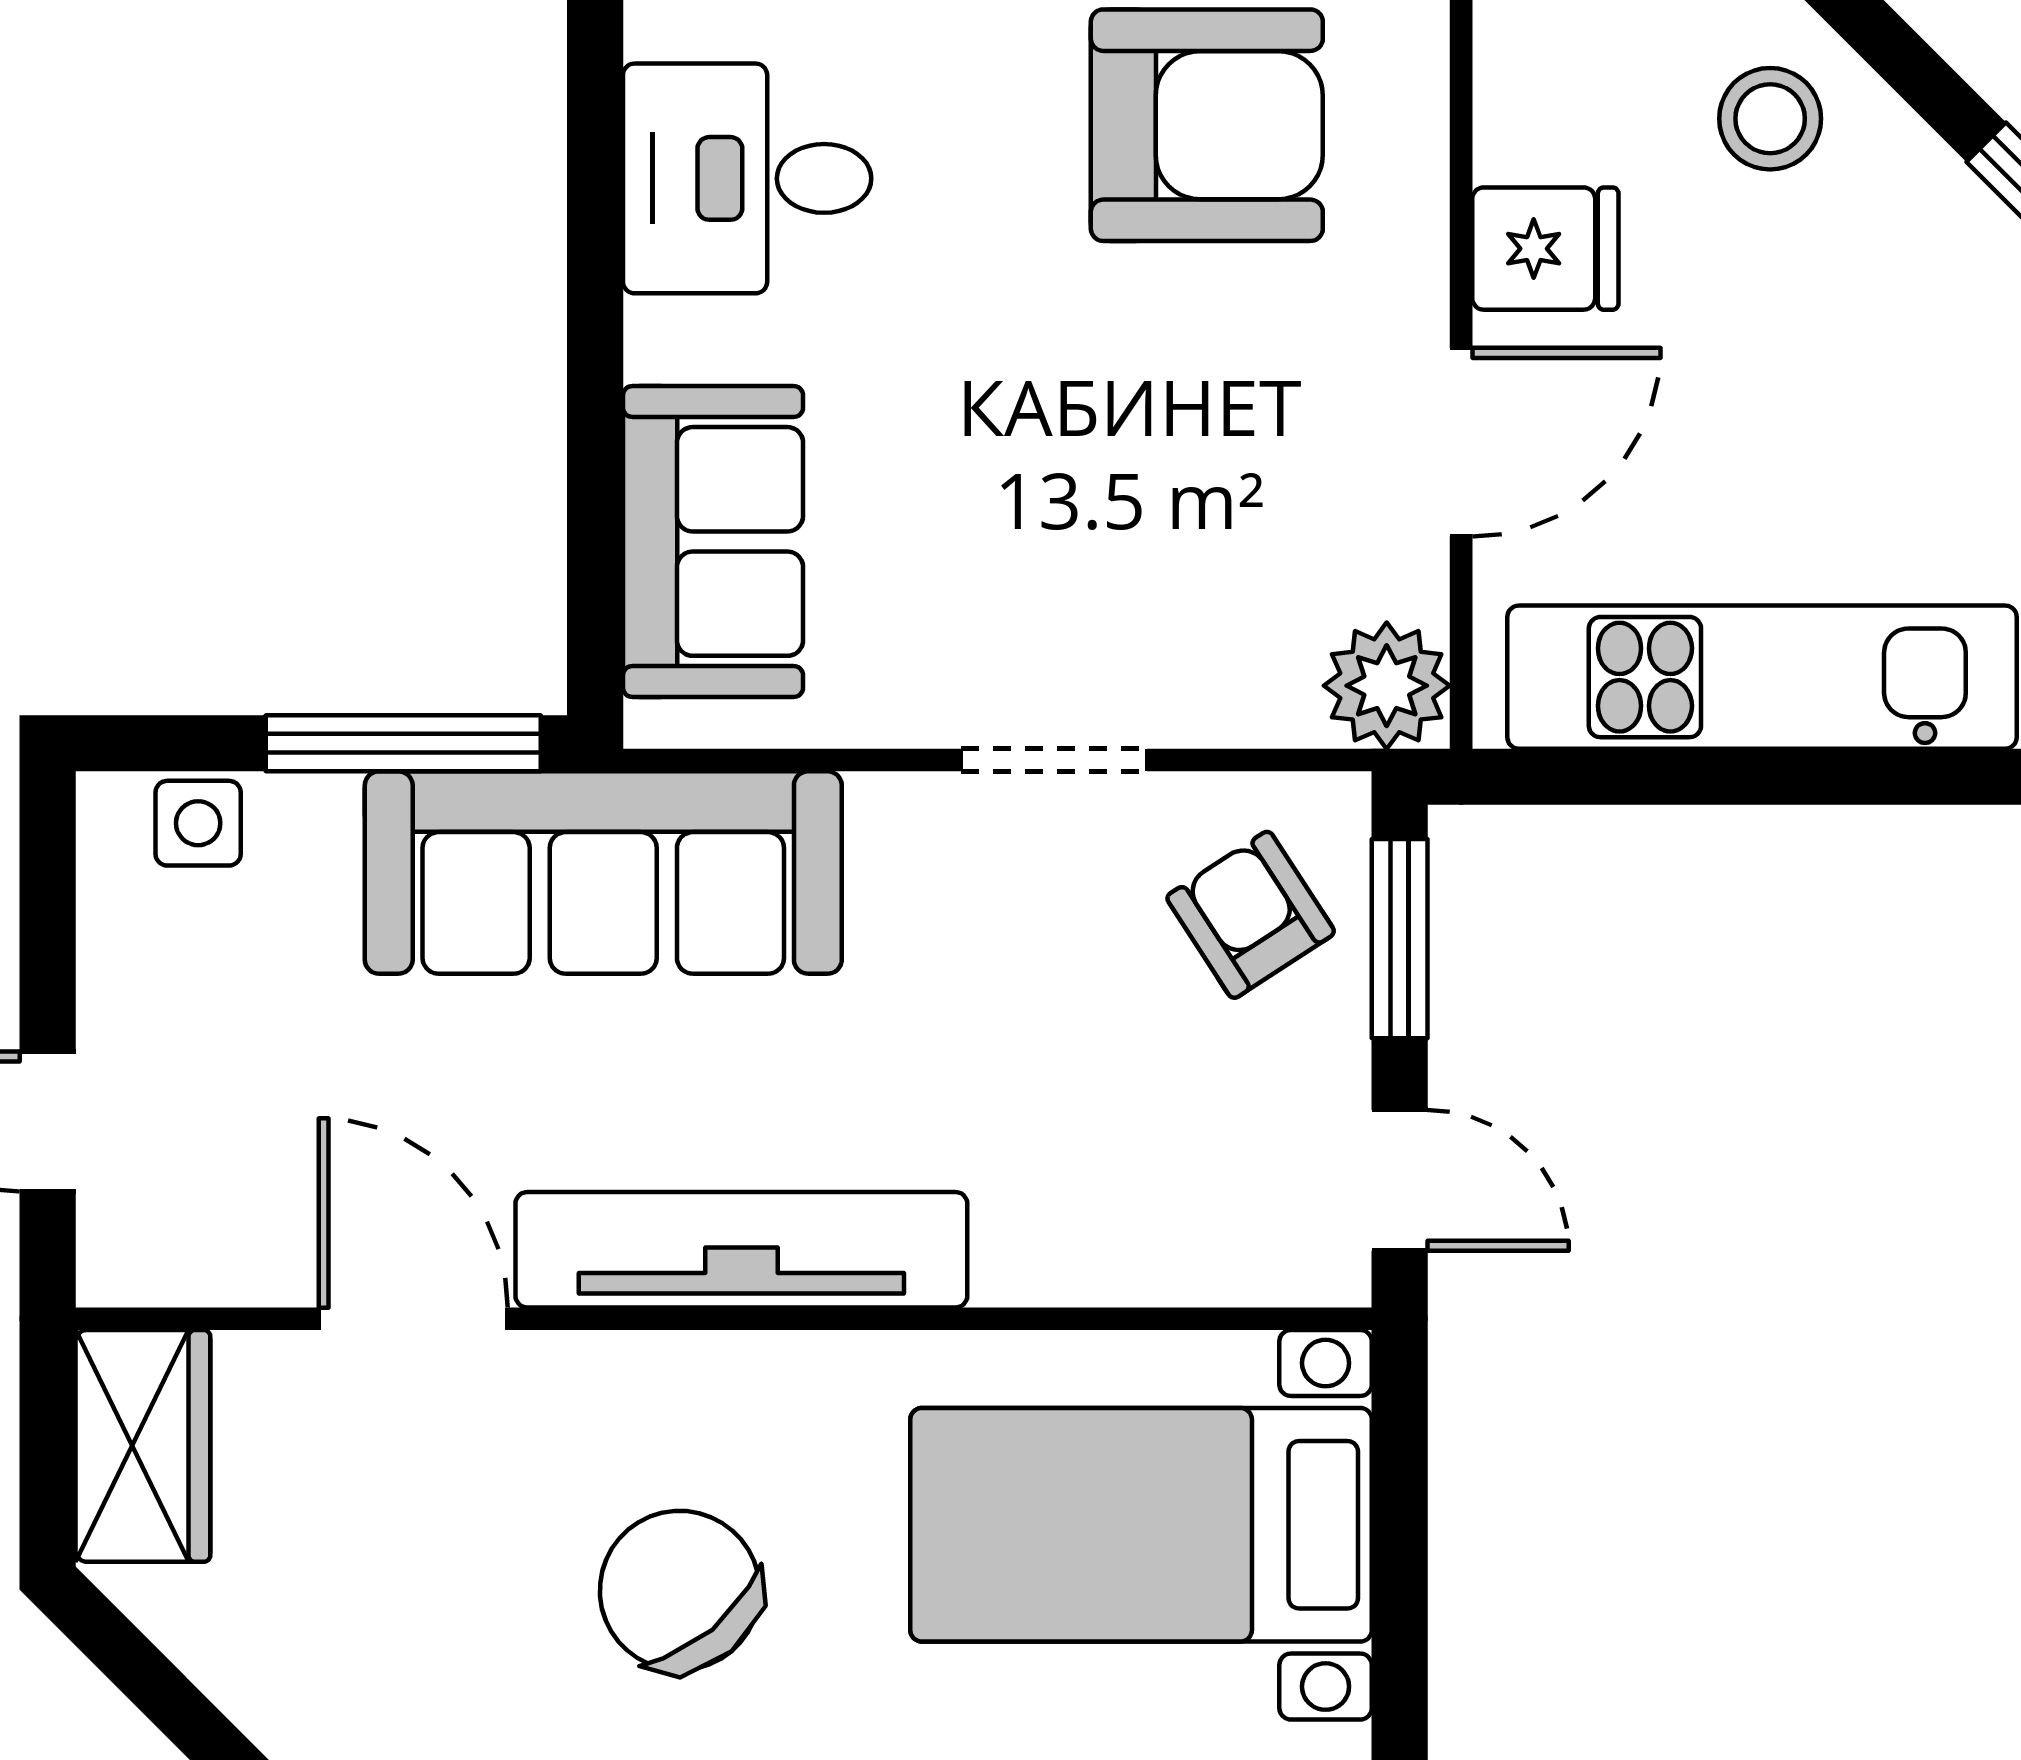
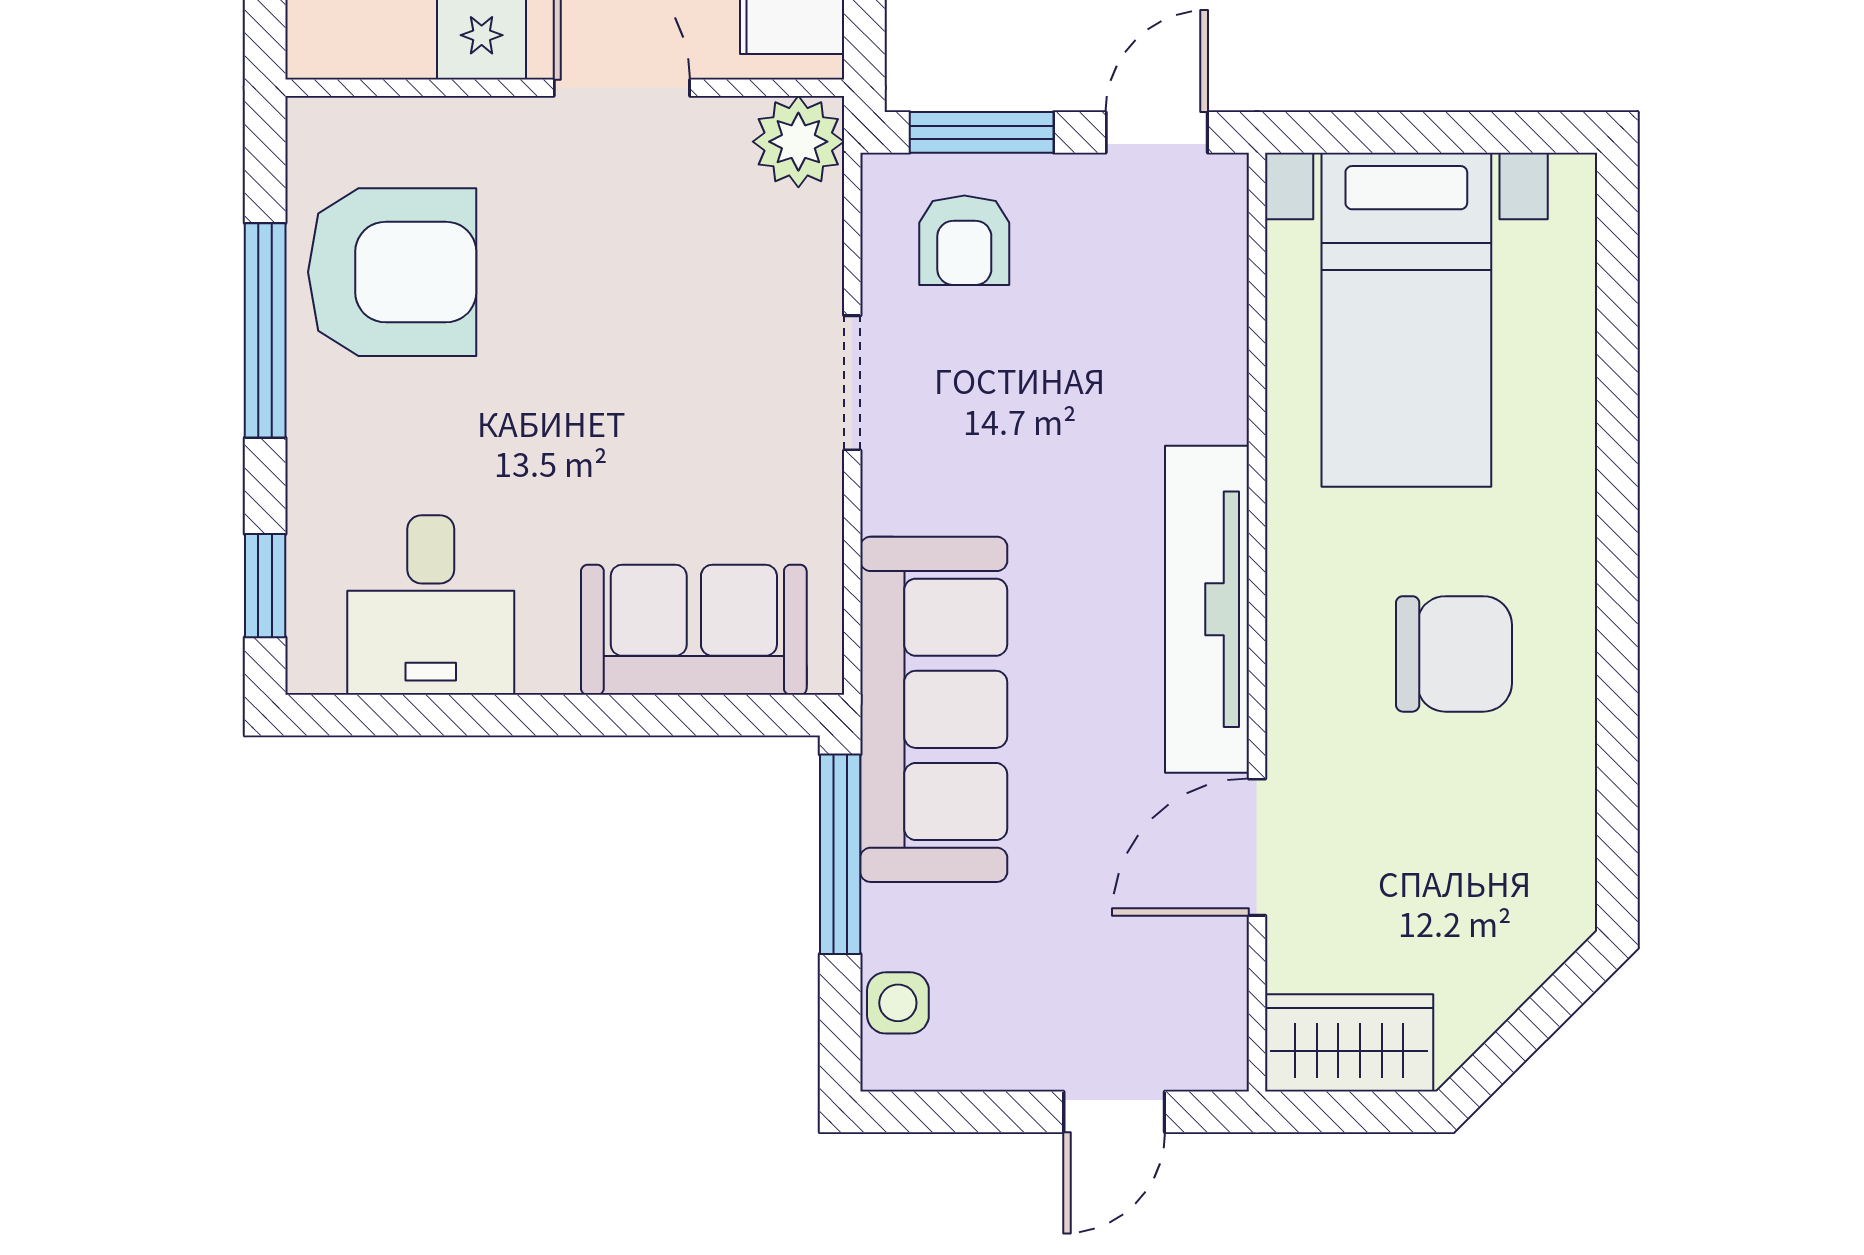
armchair: (1207, 125) -> (392, 272), turned 90
armchair: (1251, 915) -> (964, 240), turned -57
chair: (680, 1590) -> (1454, 654), turned -140

